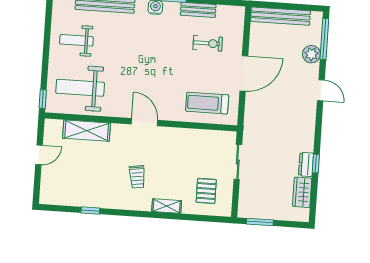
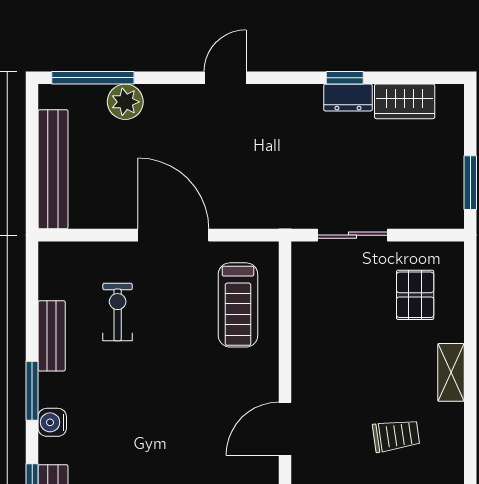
door: (321, 90) -> (225, 78), moved
pallet: (206, 191) -> (415, 295), turned 90

